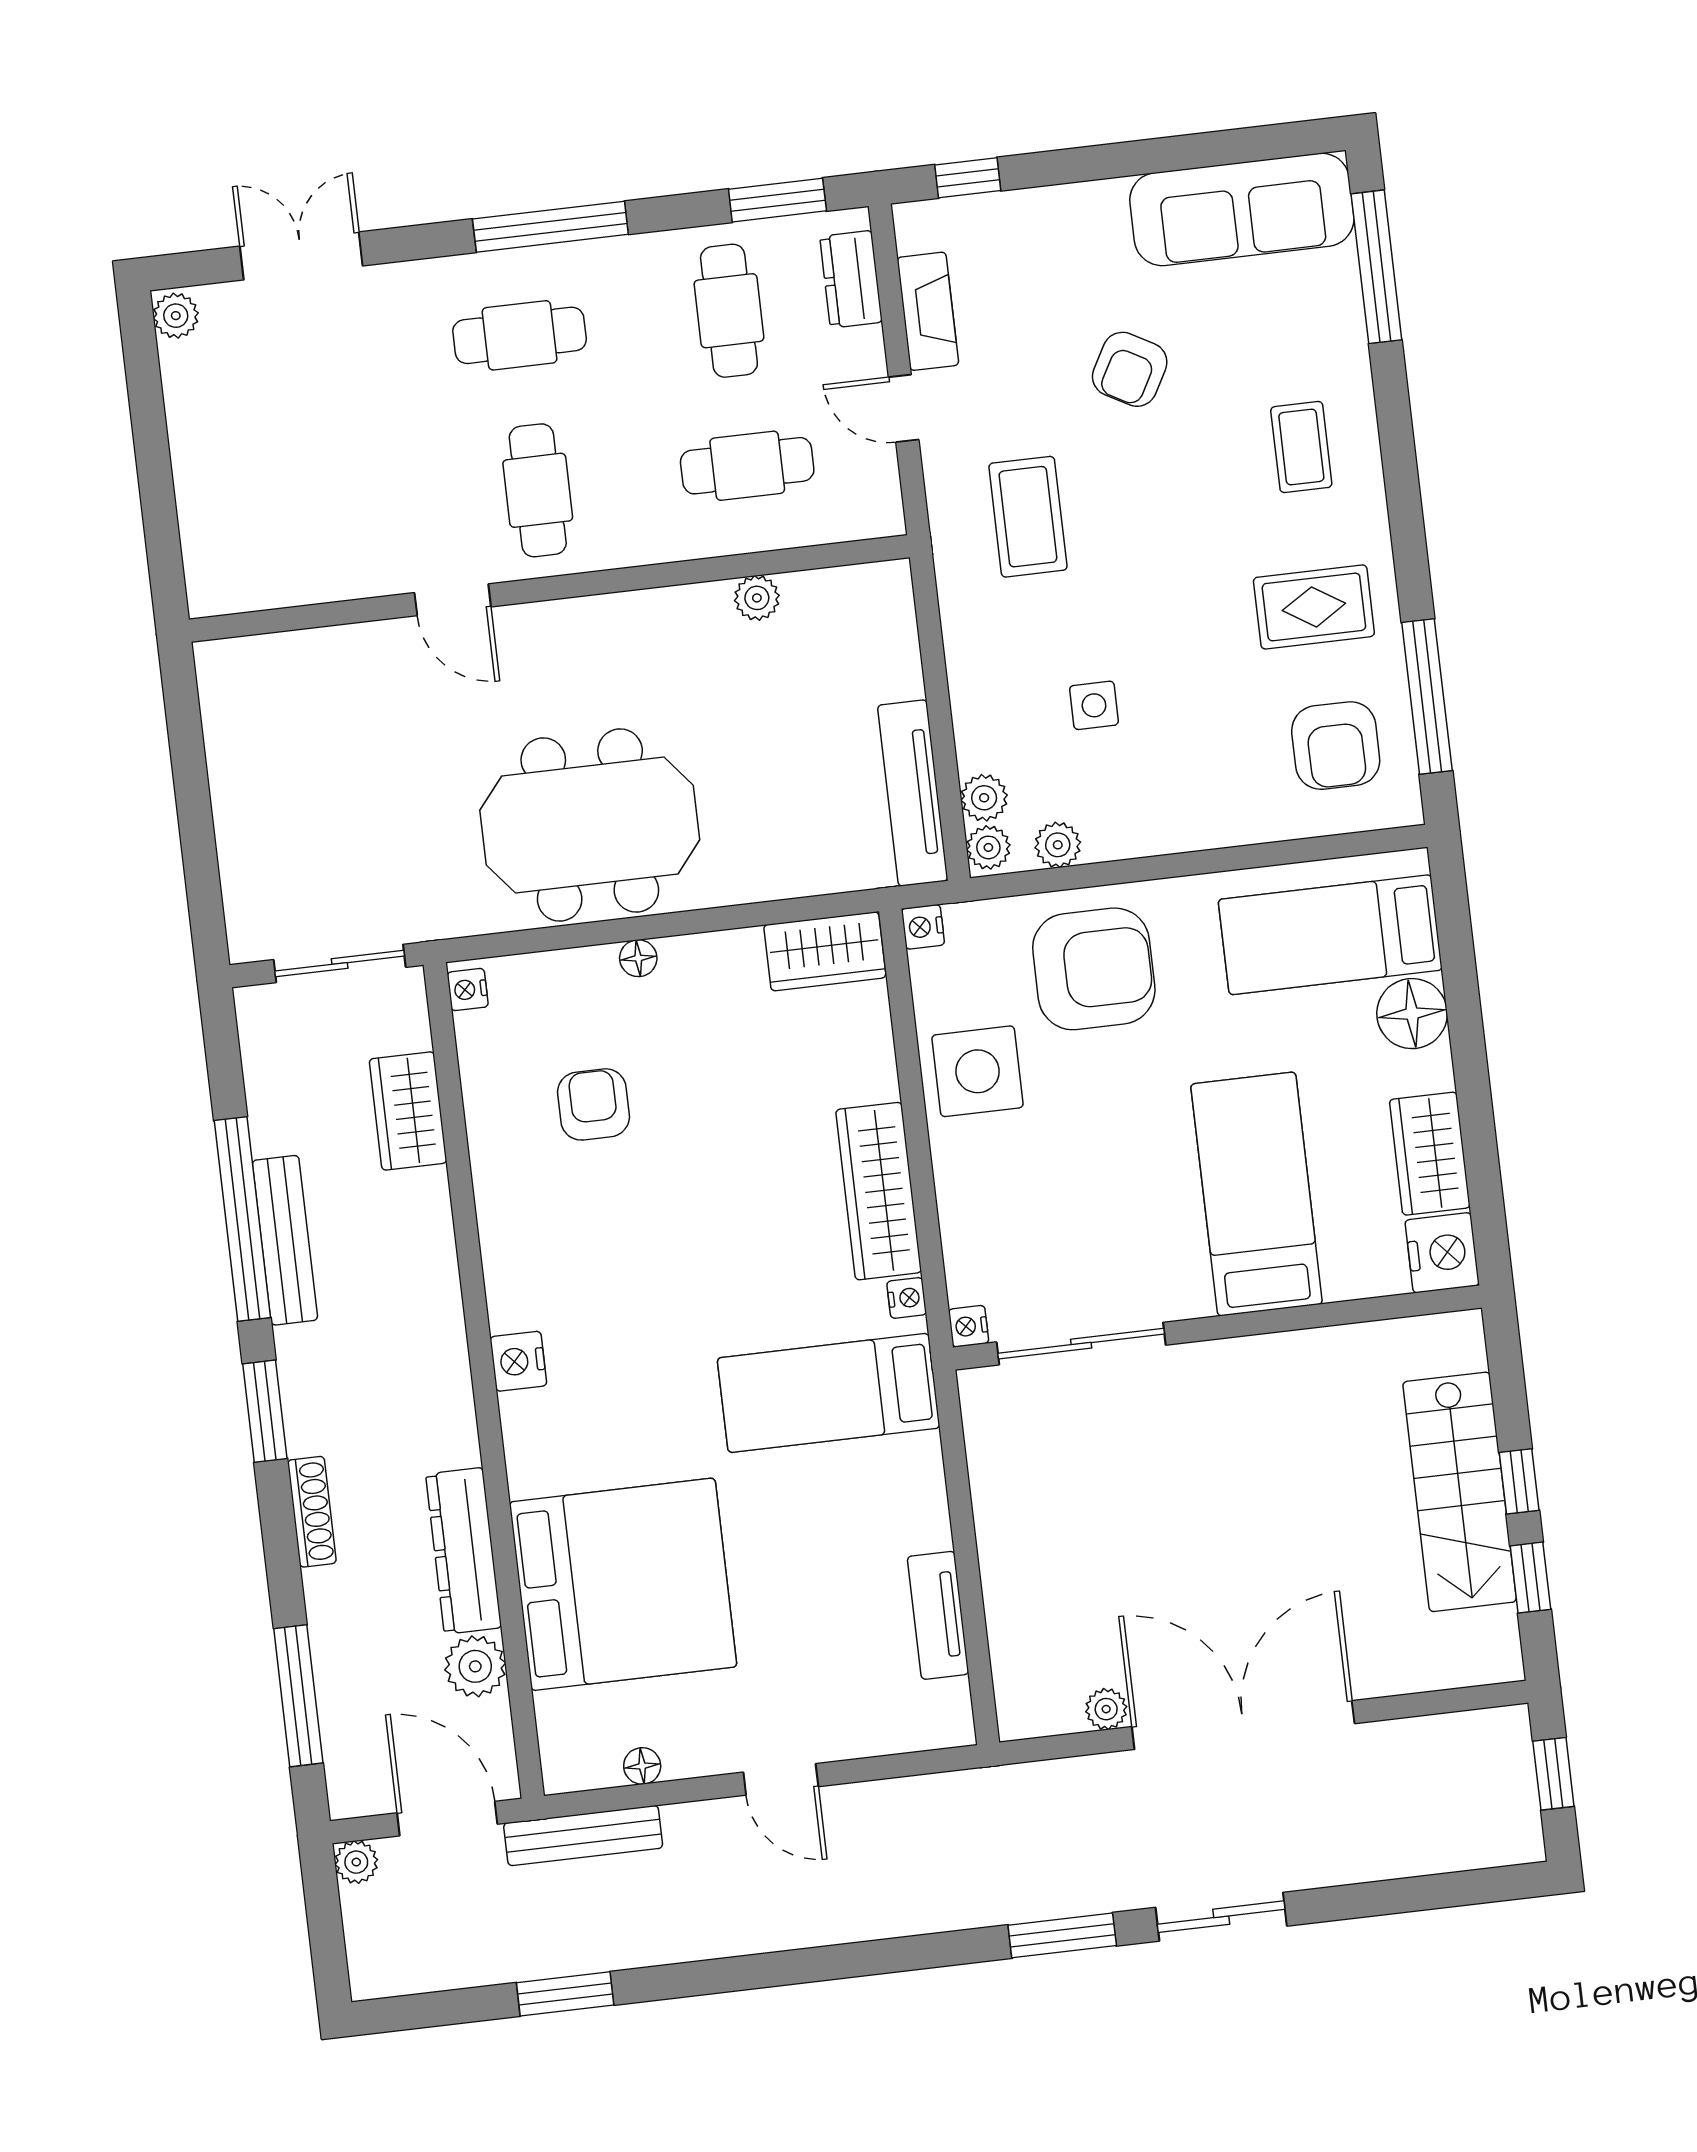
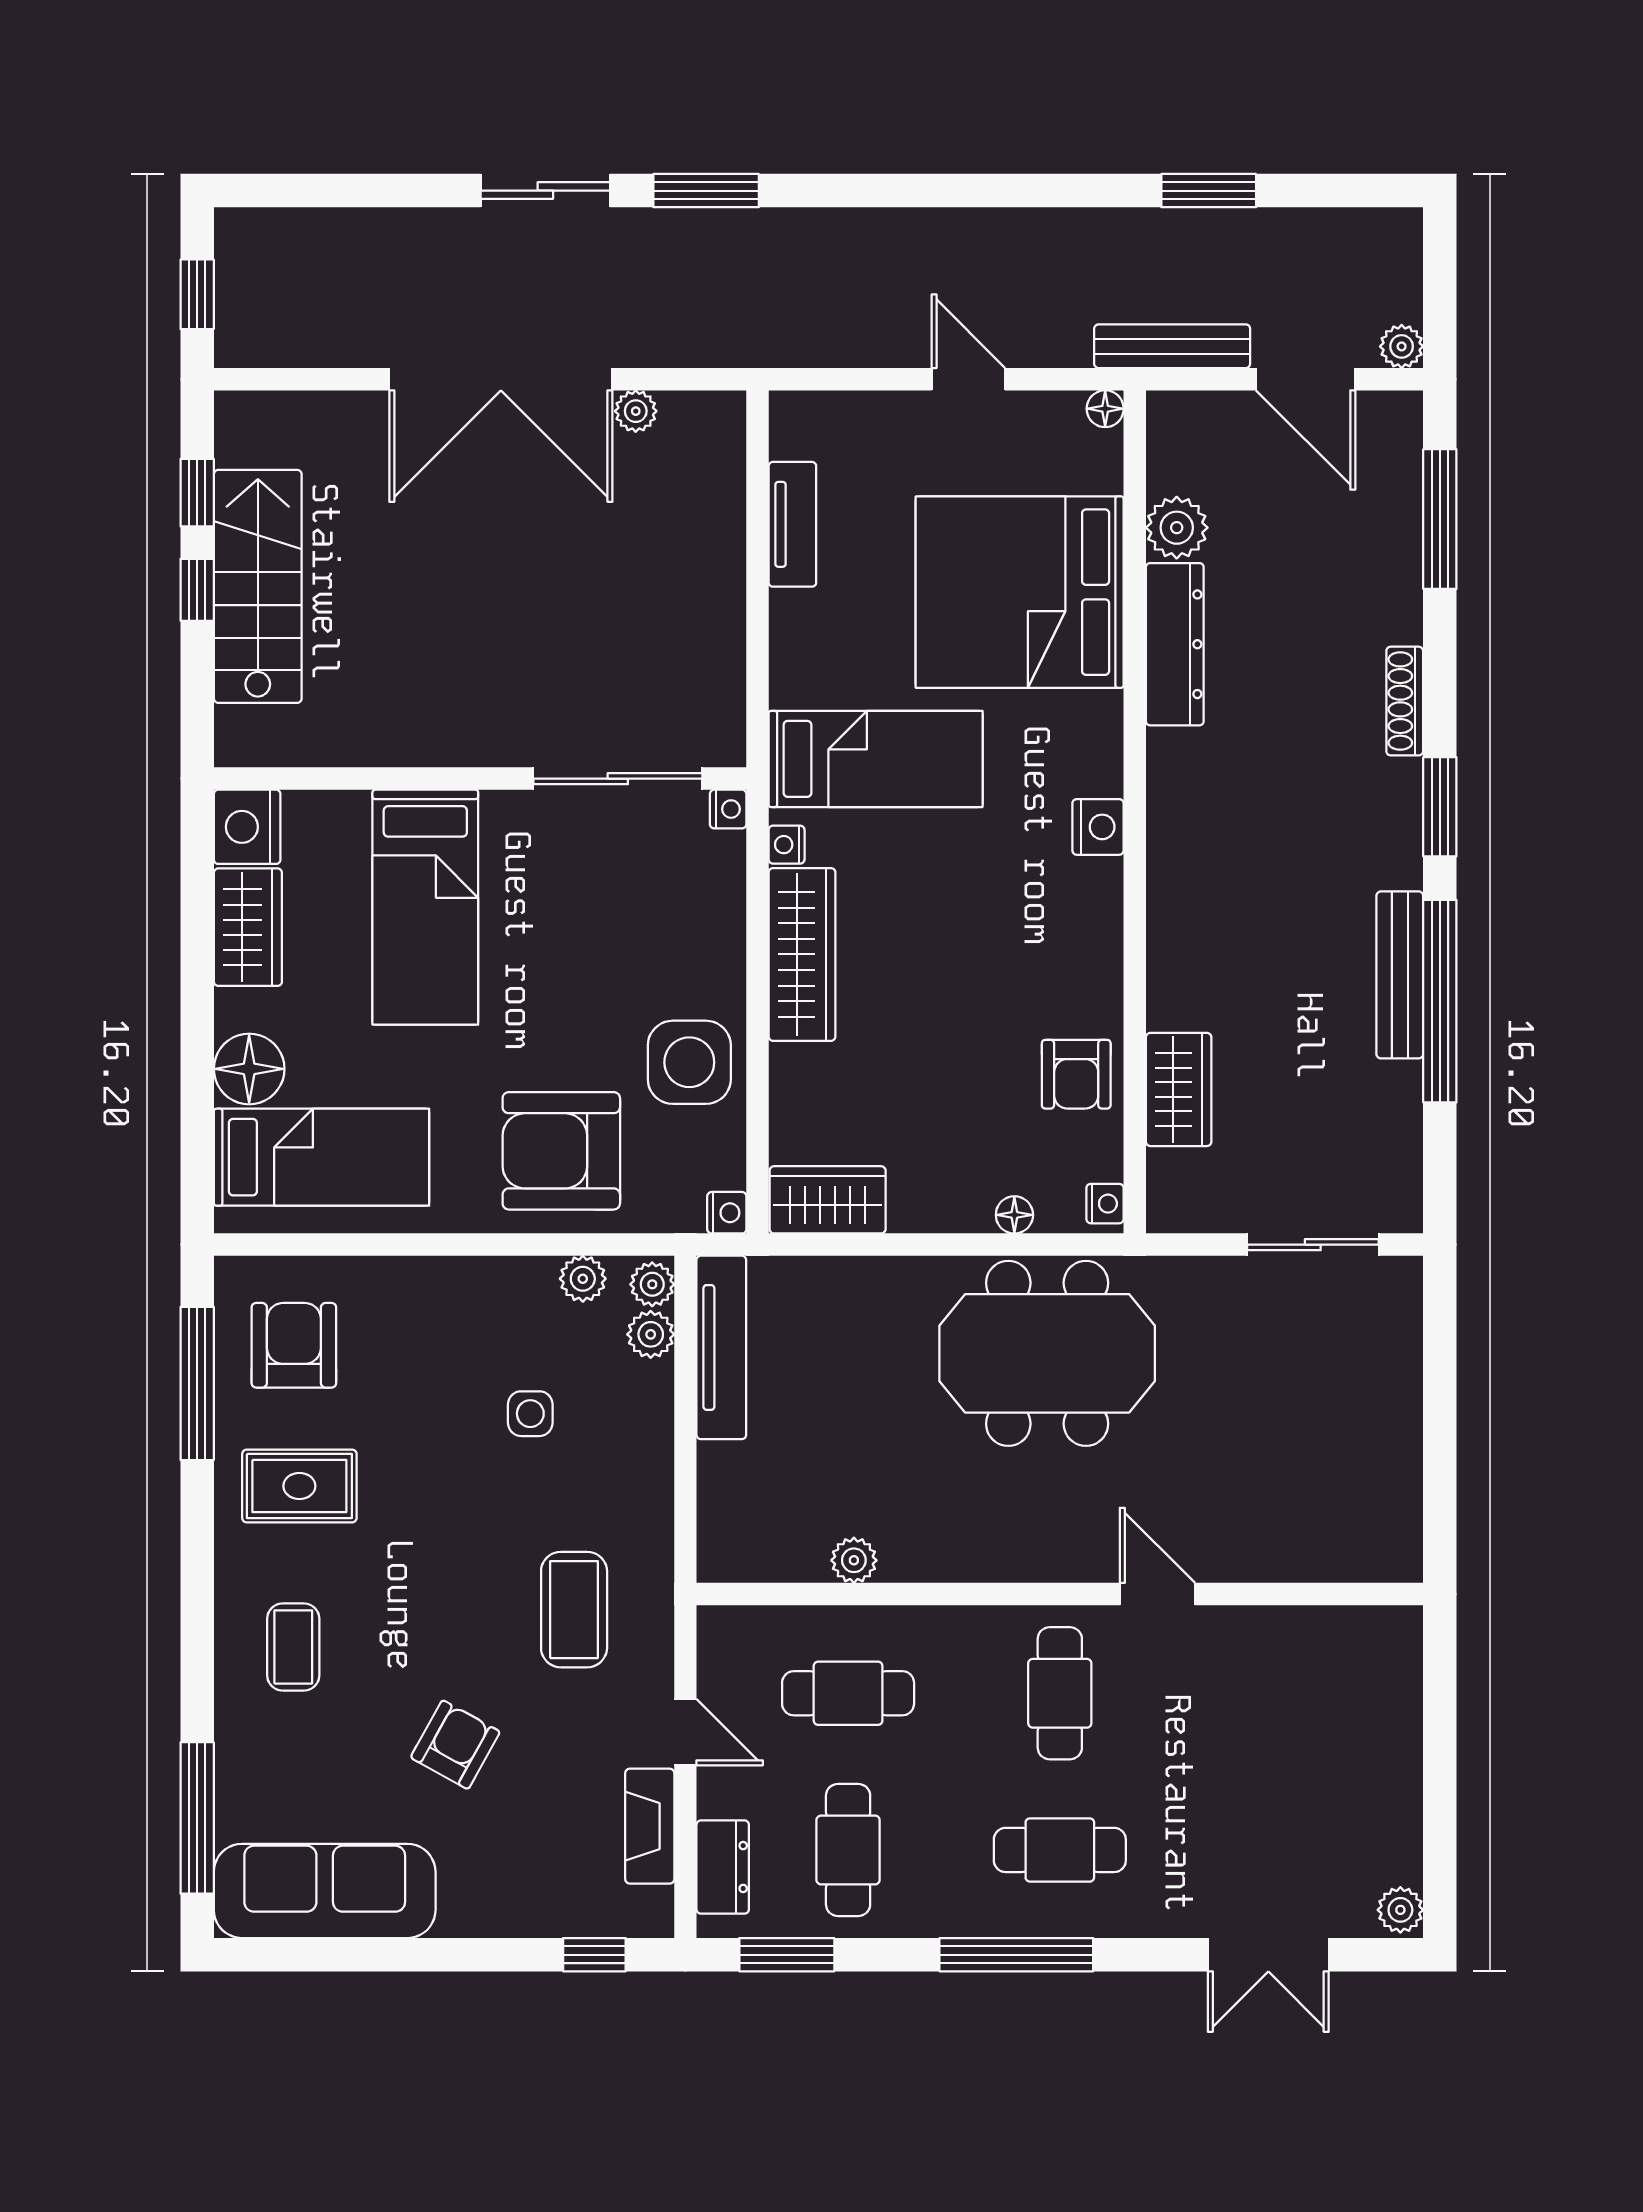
nightstand: (468, 990) -> (1105, 1204), moved
wardrobe: (408, 1111) -> (1179, 1089), moved
nightstand: (518, 1361) -> (1098, 827), moved
wall: (484, 1380) -> (1135, 812), moved
dresser: (464, 1551) -> (1175, 644), moved
bed: (623, 1584) -> (1020, 592), moved
plant: (475, 1666) -> (1177, 528), moved

